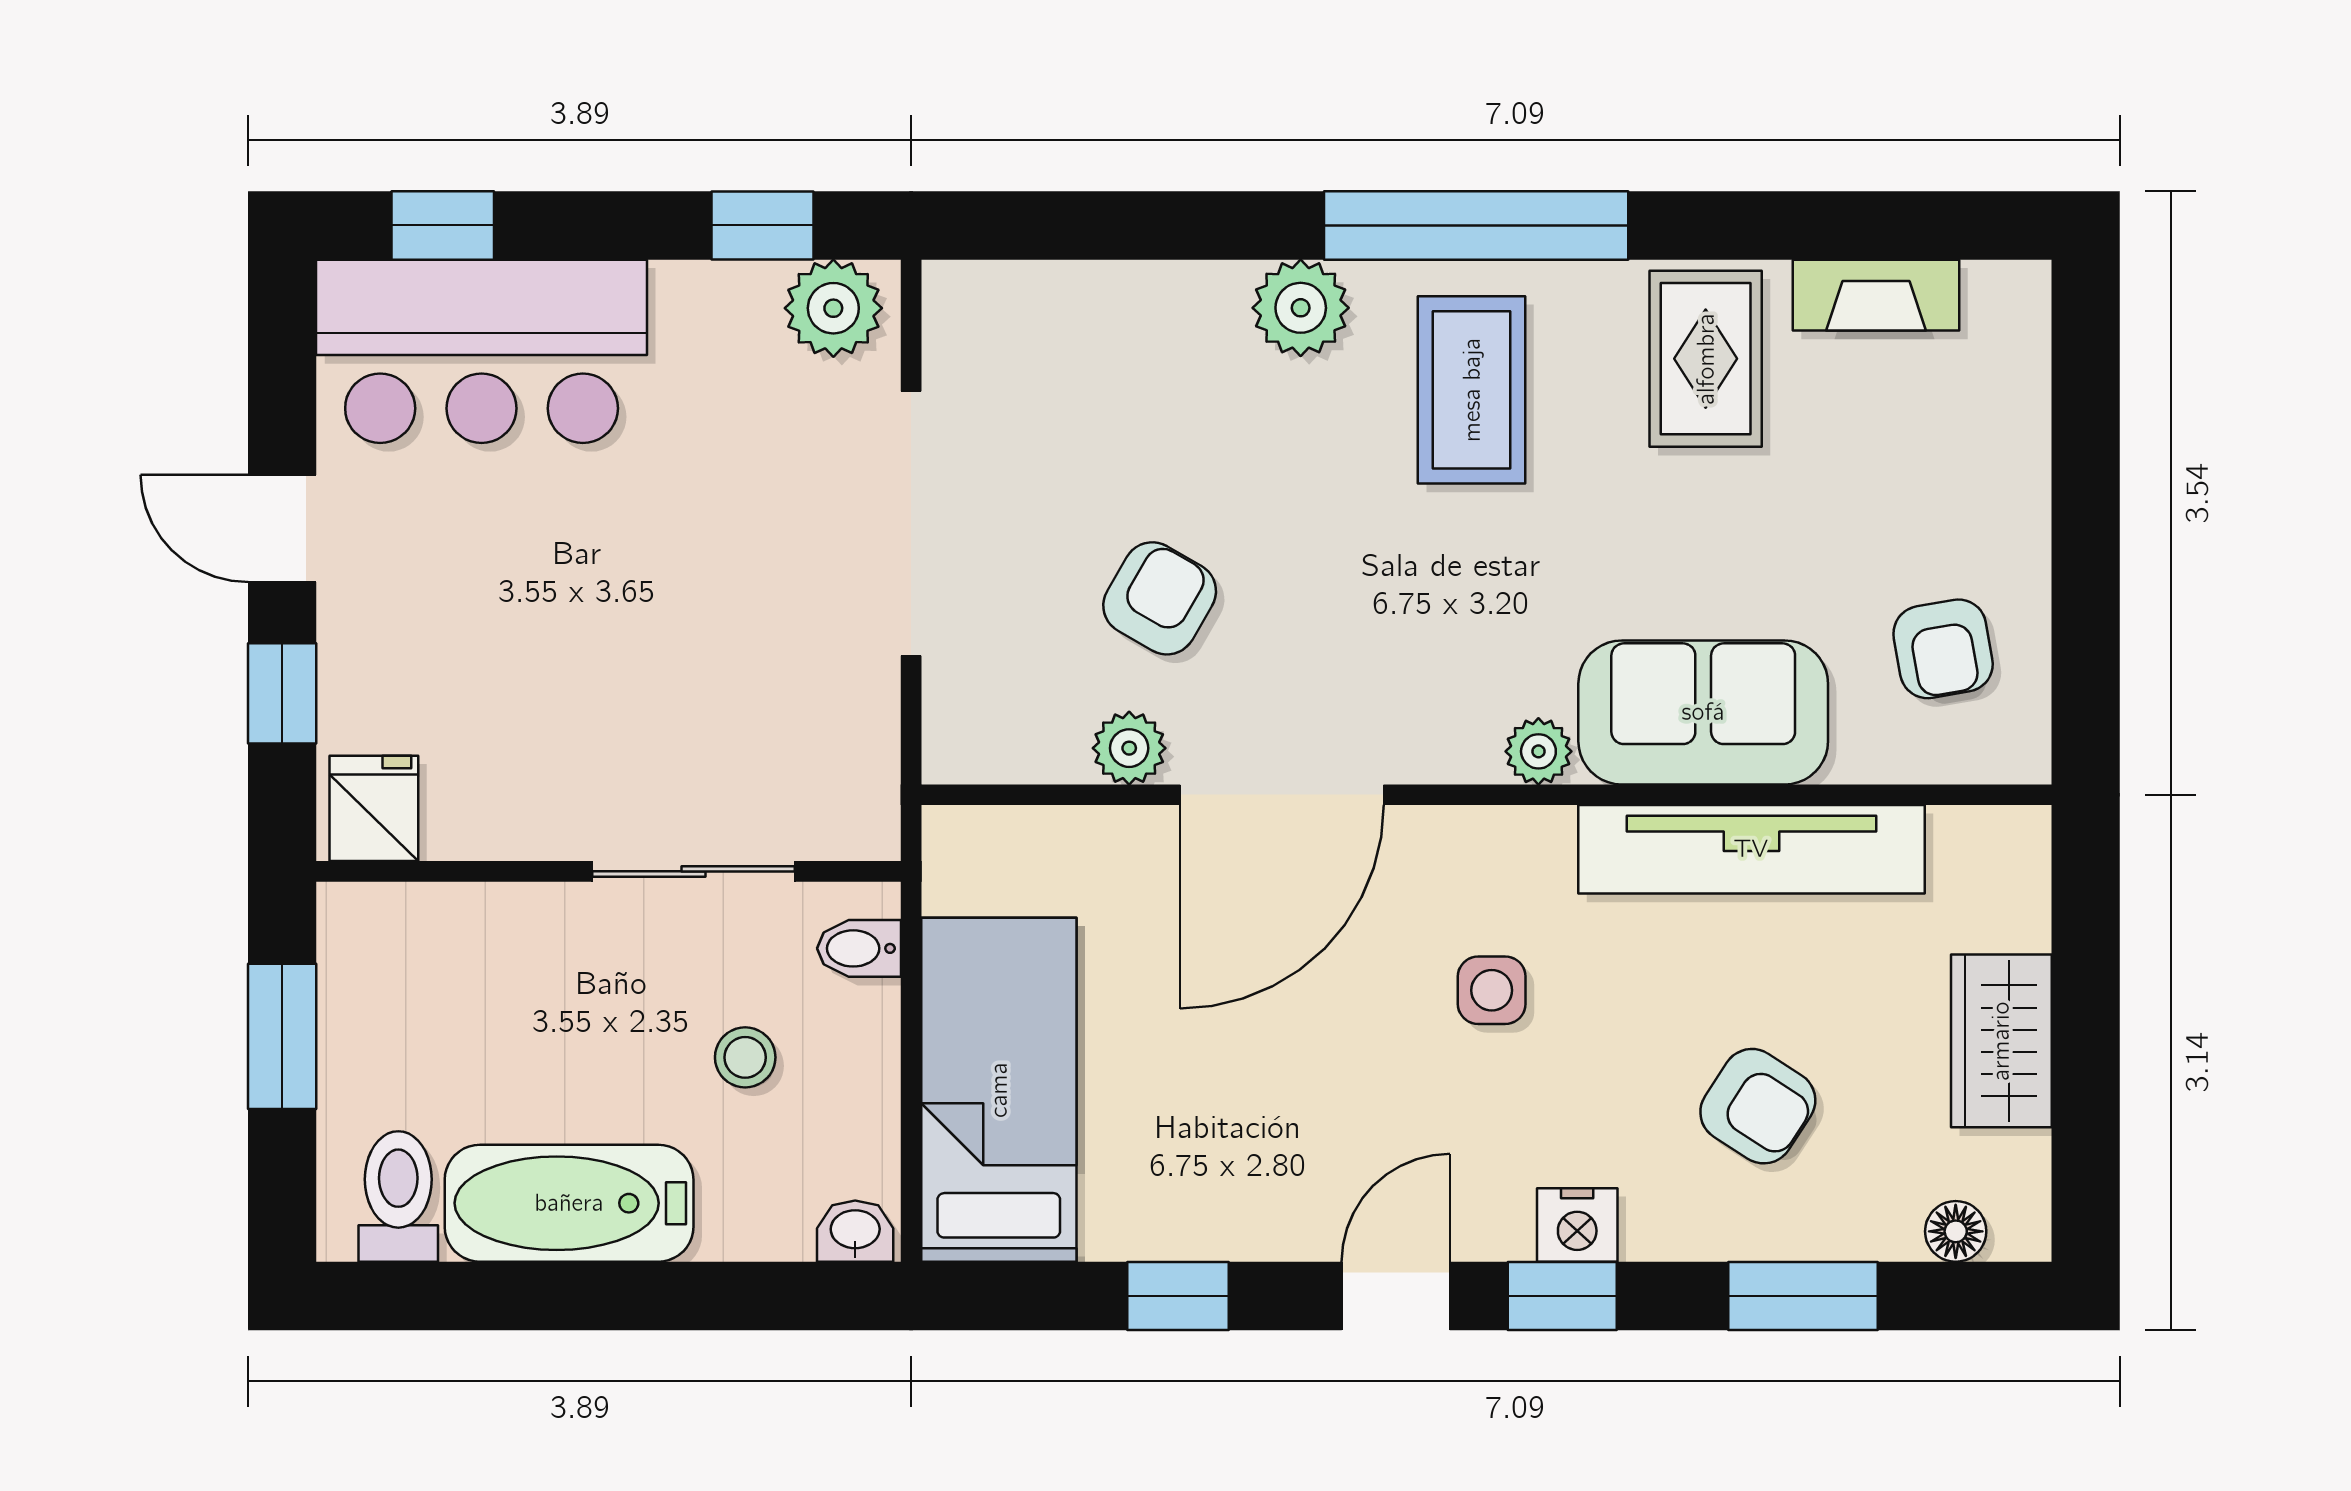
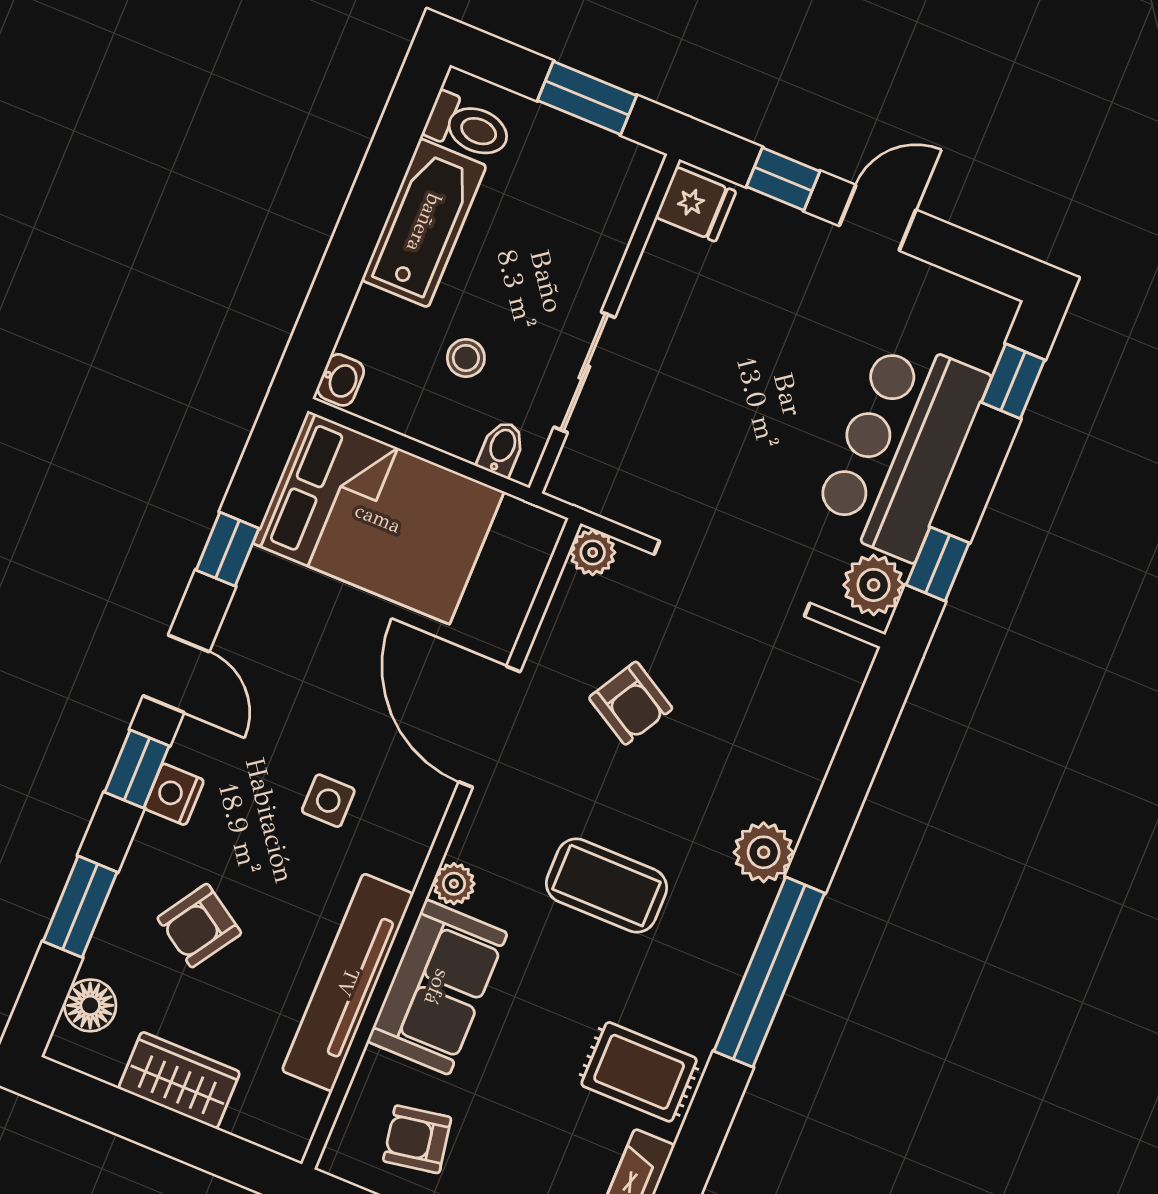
bar counter: (482, 351) -> (901, 449), moved
coffee table: (1472, 390) -> (606, 886), moved
plant: (1129, 748) -> (593, 552), moved
bed: (999, 1090) -> (378, 518), width x1.50
floor lamp: (1956, 1231) -> (90, 1005), width x1.37, depth x1.37

